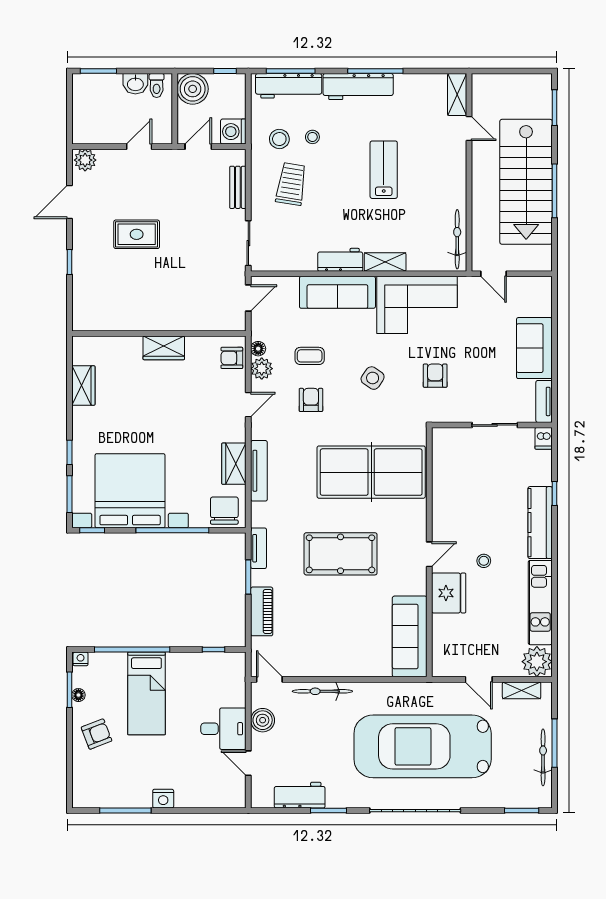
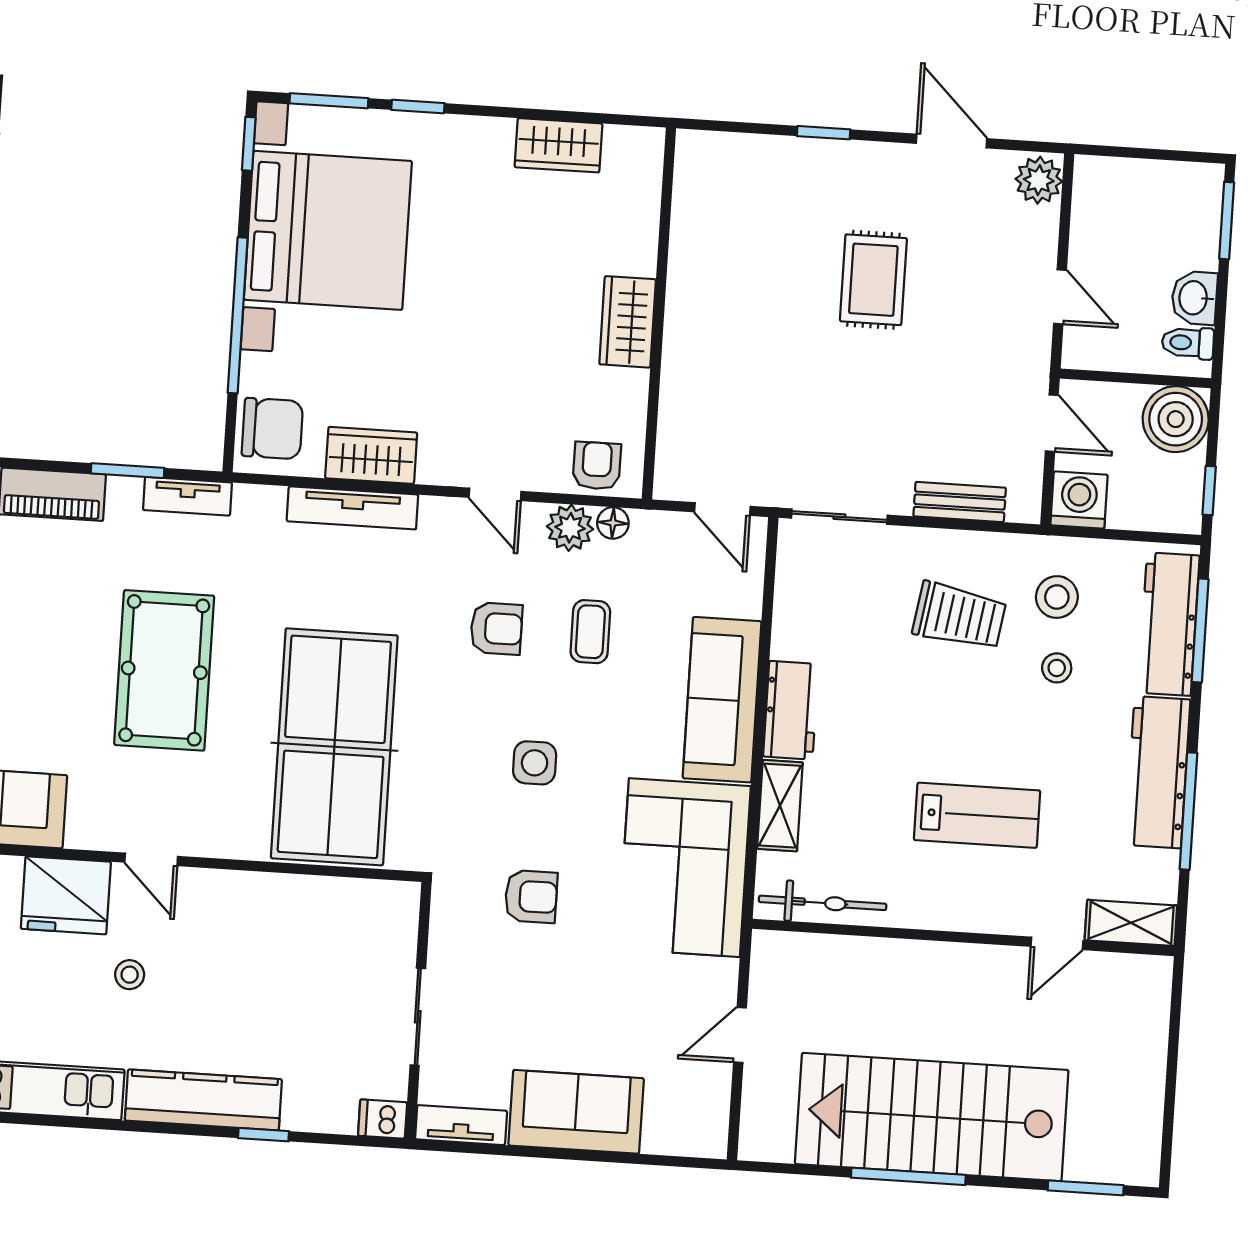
shelving: (457, 95) -> (1131, 923), moved
door: (469, 128) -> (1057, 943), moved
wall: (469, 172) -> (963, 937), moved
bicycle: (457, 239) -> (823, 903), moved
side table: (373, 378) -> (535, 763), turned -34

